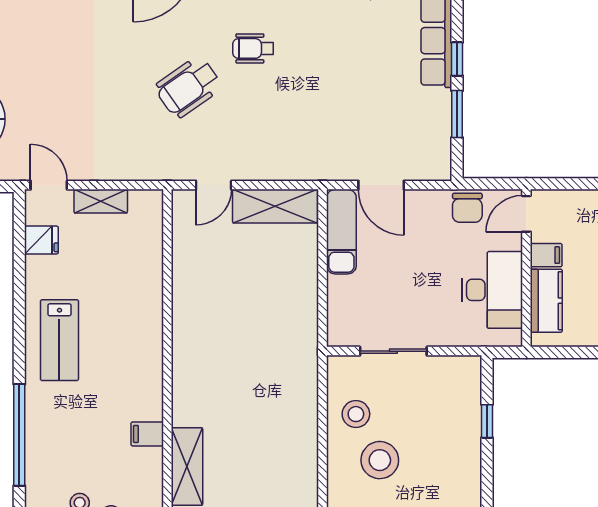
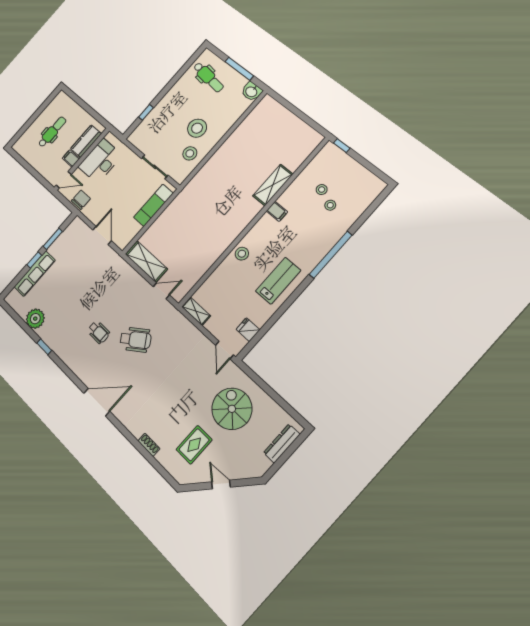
shelving: (101, 201) -> (196, 311), moved
exam couch: (341, 232) -> (153, 205), moved
stool: (144, 334) -> (242, 254), added

